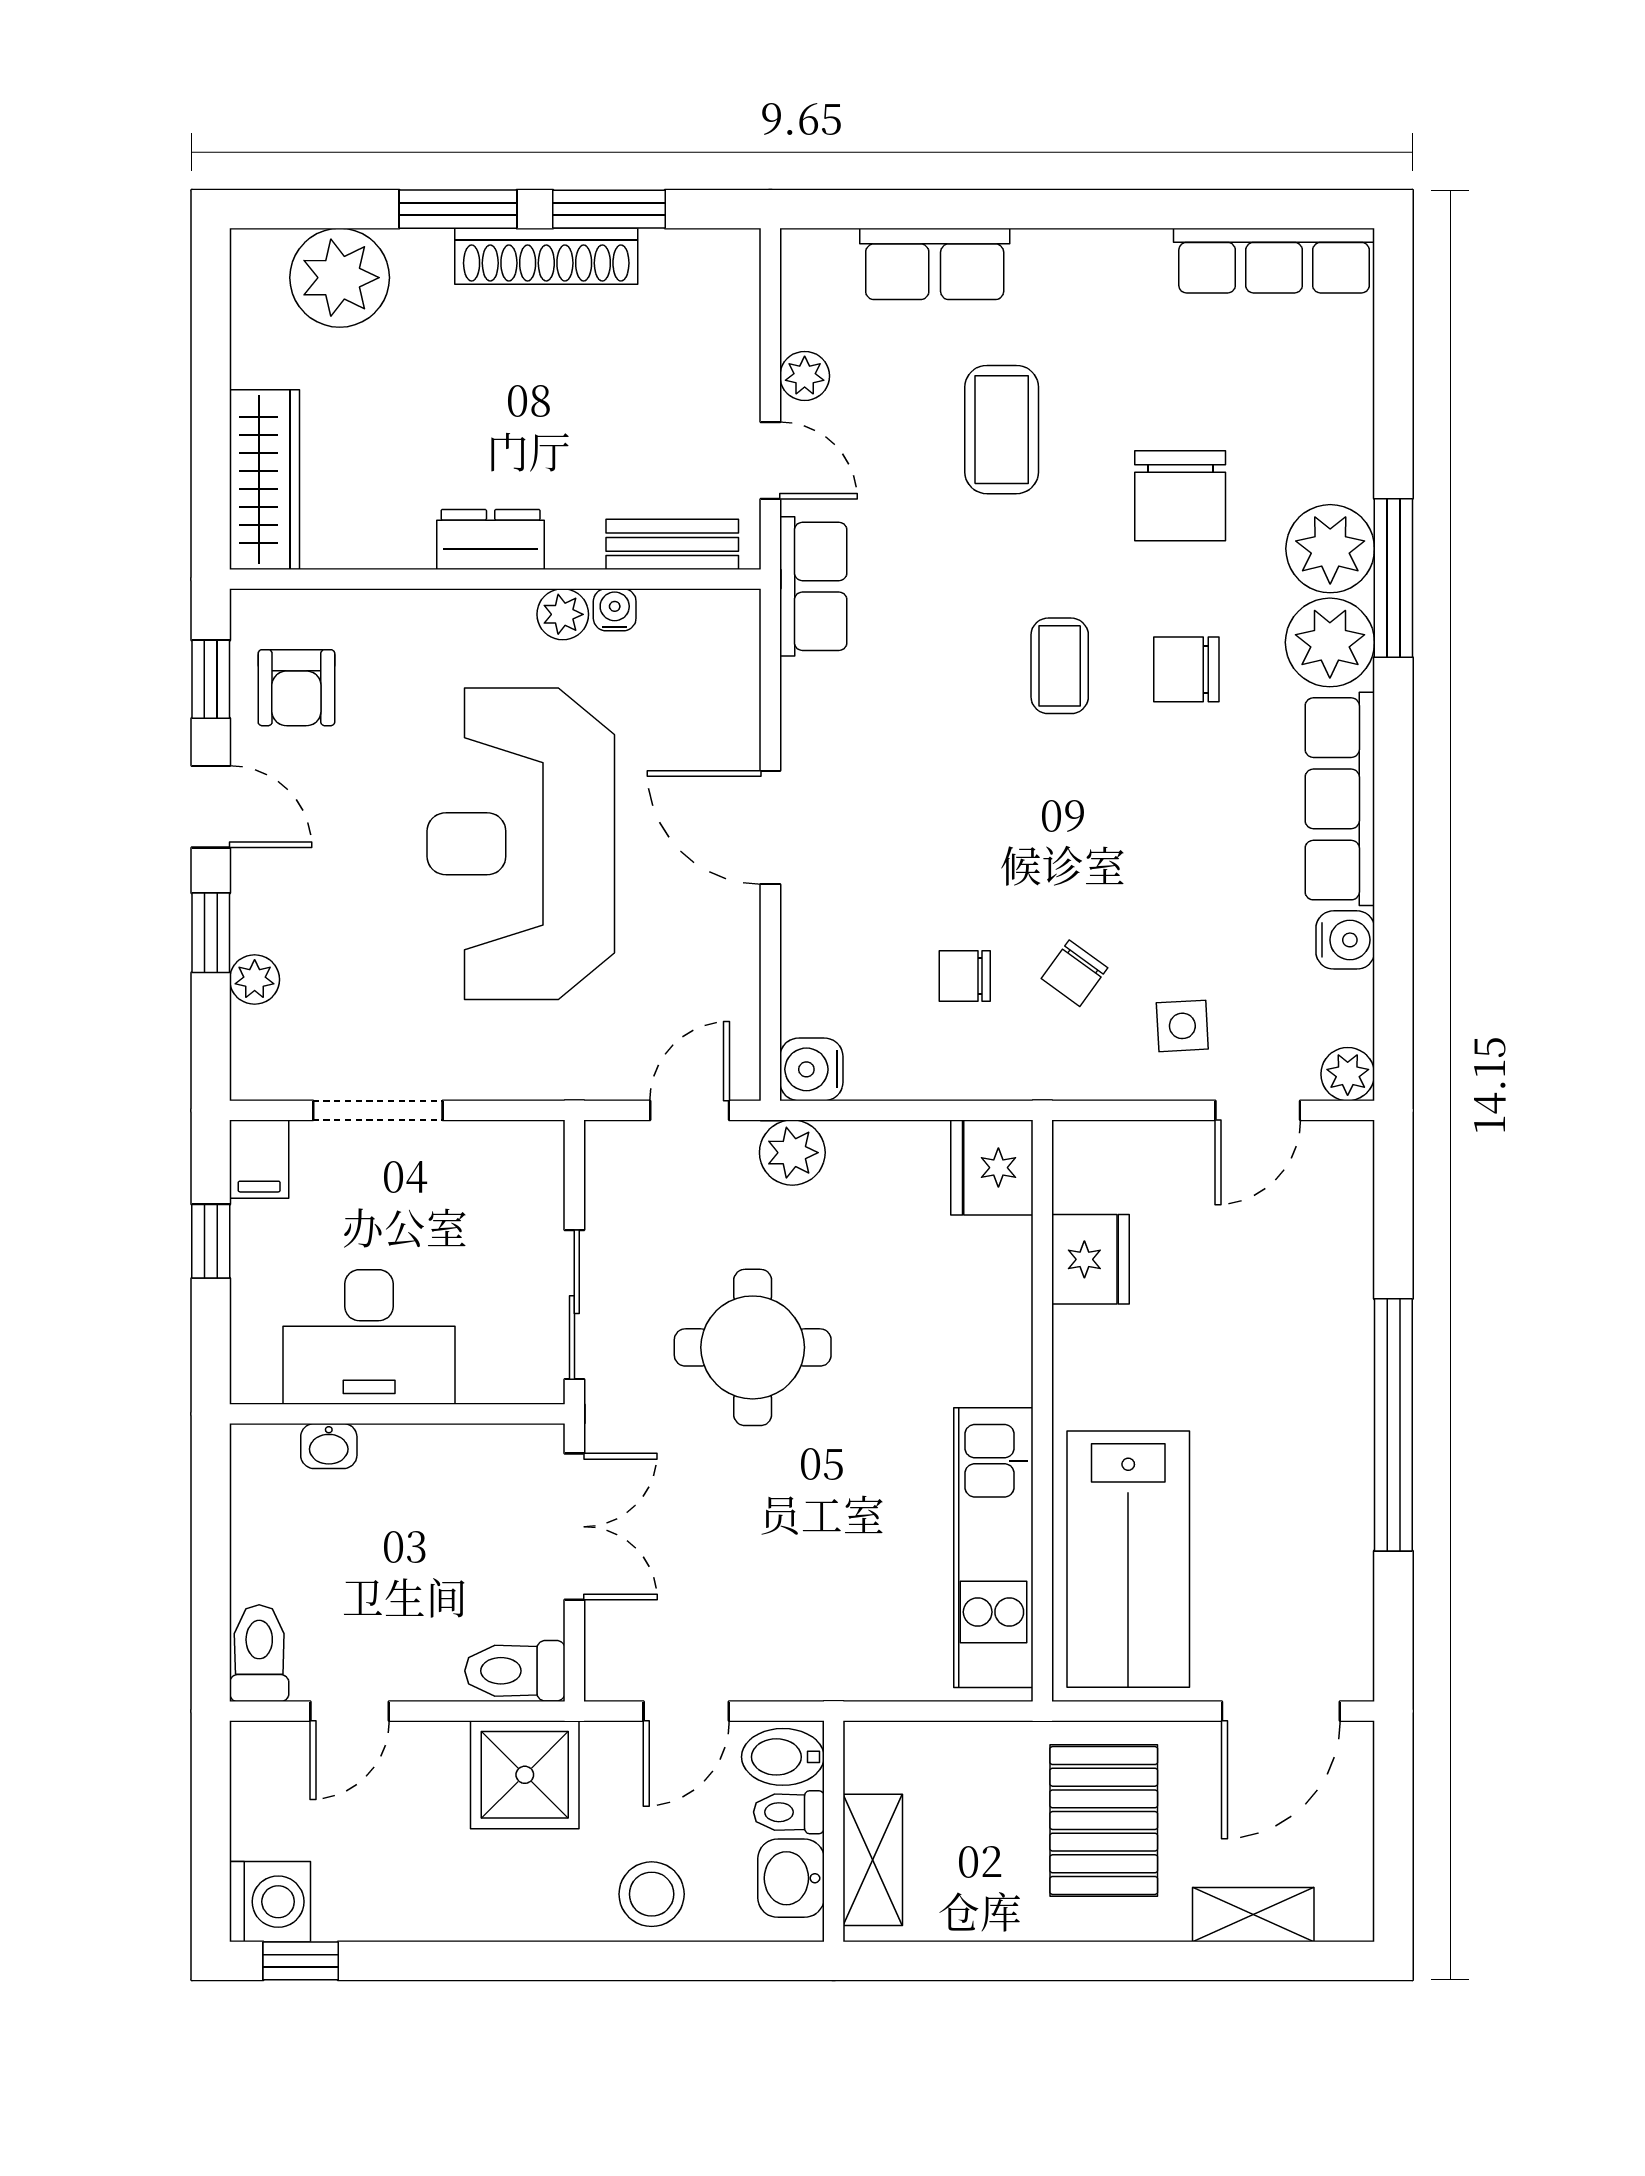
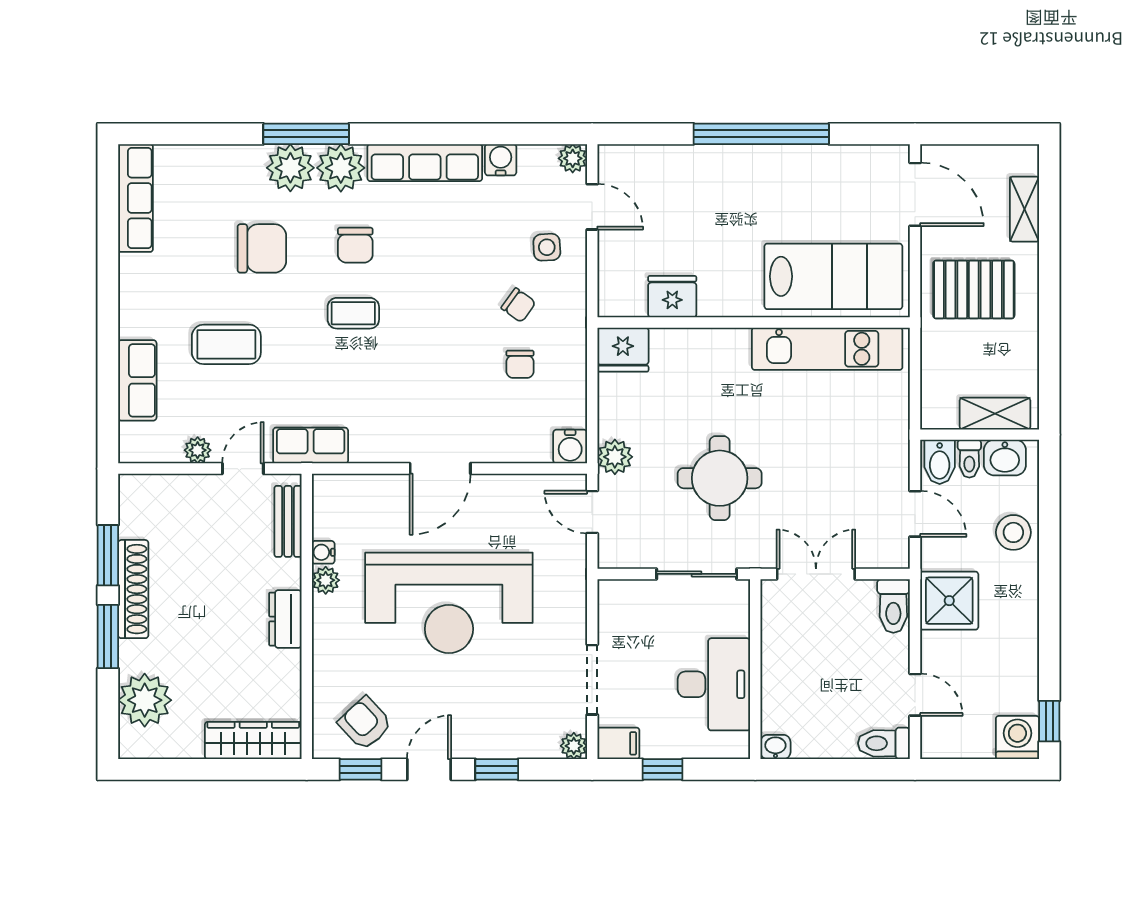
armchair: (296, 688) -> (365, 723), turned -133
plant: (255, 980) -> (574, 746), moved
washbasin: (329, 1446) -> (775, 747), moved, turned -90

